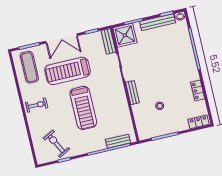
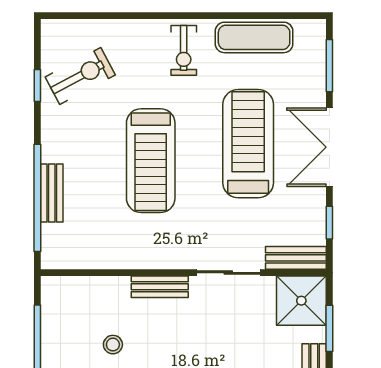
exercise mat: (29, 67) -> (254, 37), moved
treadmill: (83, 108) -> (151, 161), turned -90
bench: (118, 141) -> (52, 193), moved

